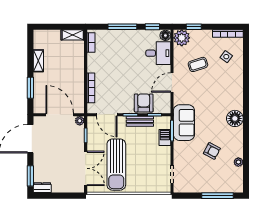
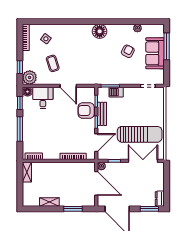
door: (60, 115) -> (96, 183), swing flipped
sofa: (184, 123) -> (155, 53), moved, turned -90

